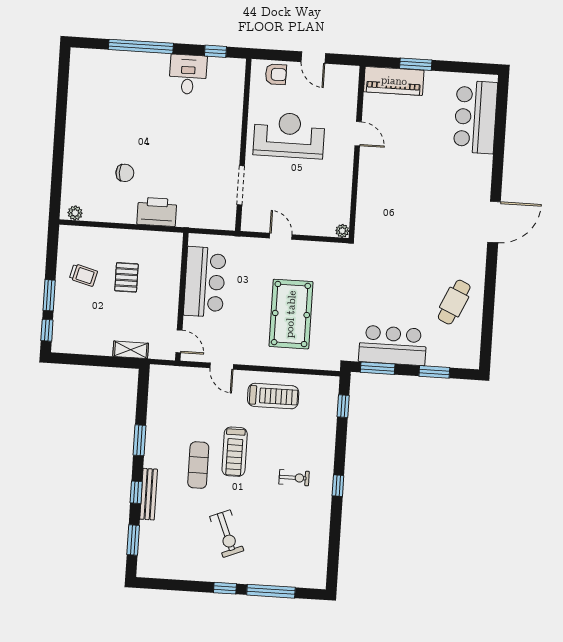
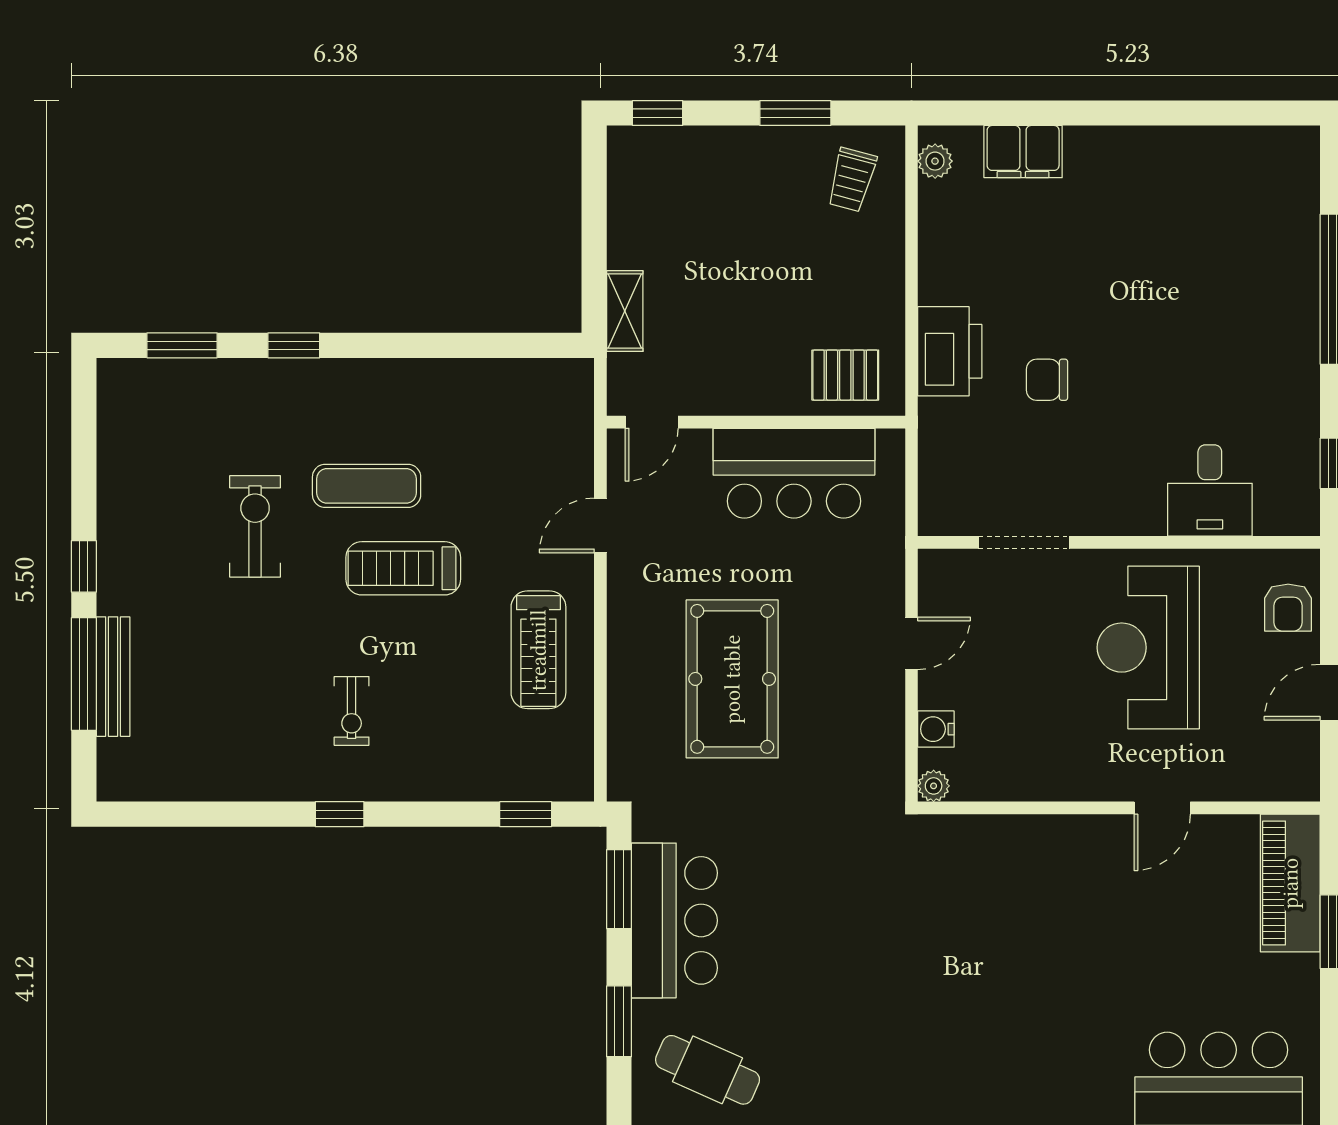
desk: (188, 74) -> (1210, 491), moved, turned 90
reception desk: (289, 135) -> (1148, 648), turned 180
chair: (125, 173) -> (1047, 380), moved, turned 90
filing cabinet: (73, 175) -> (1023, 152), added
water cooler: (318, 228) -> (936, 729), added
trolley: (83, 275) -> (852, 180), moved
pallet: (126, 277) -> (845, 375), moved
window: (49, 295) -> (795, 113), moved
cafe table: (454, 302) -> (708, 1070), moved
pool table: (291, 314) -> (732, 679), turned 90
window: (140, 440) -> (415, 345), removed
bench: (149, 494) -> (113, 677), moved, turned 90
exercise bike: (227, 534) -> (255, 526), moved, turned 112

